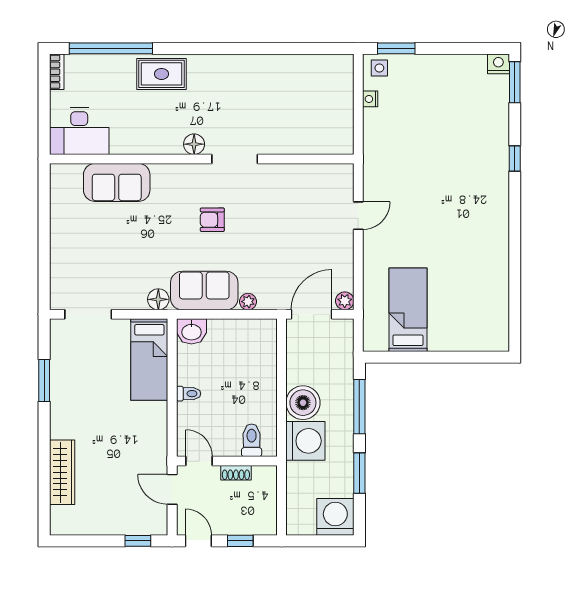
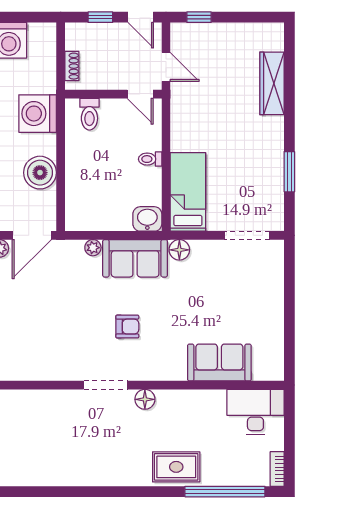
boiler: (303, 403) -> (40, 173), moved
shoe rack: (236, 473) -> (72, 66), moved, turned 90

